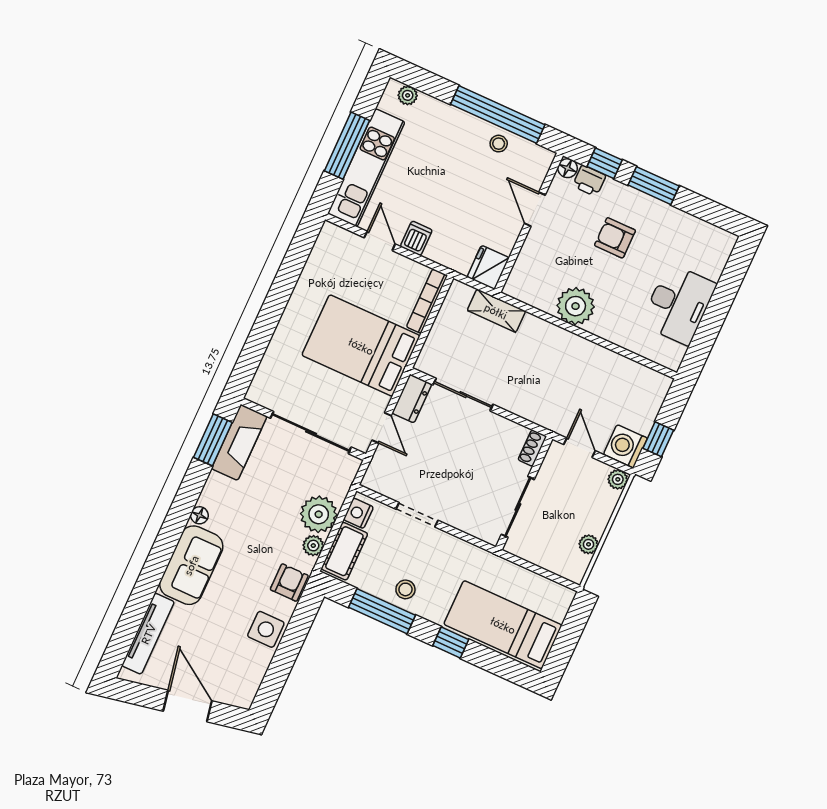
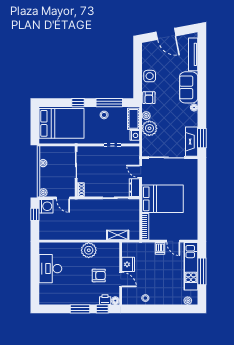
window: (498, 115) -> (151, 309), removed
armchair: (615, 238) -> (99, 275), moved
fridge: (488, 267) -> (128, 264), moved
bed: (503, 625) -> (62, 123), width x1.50

